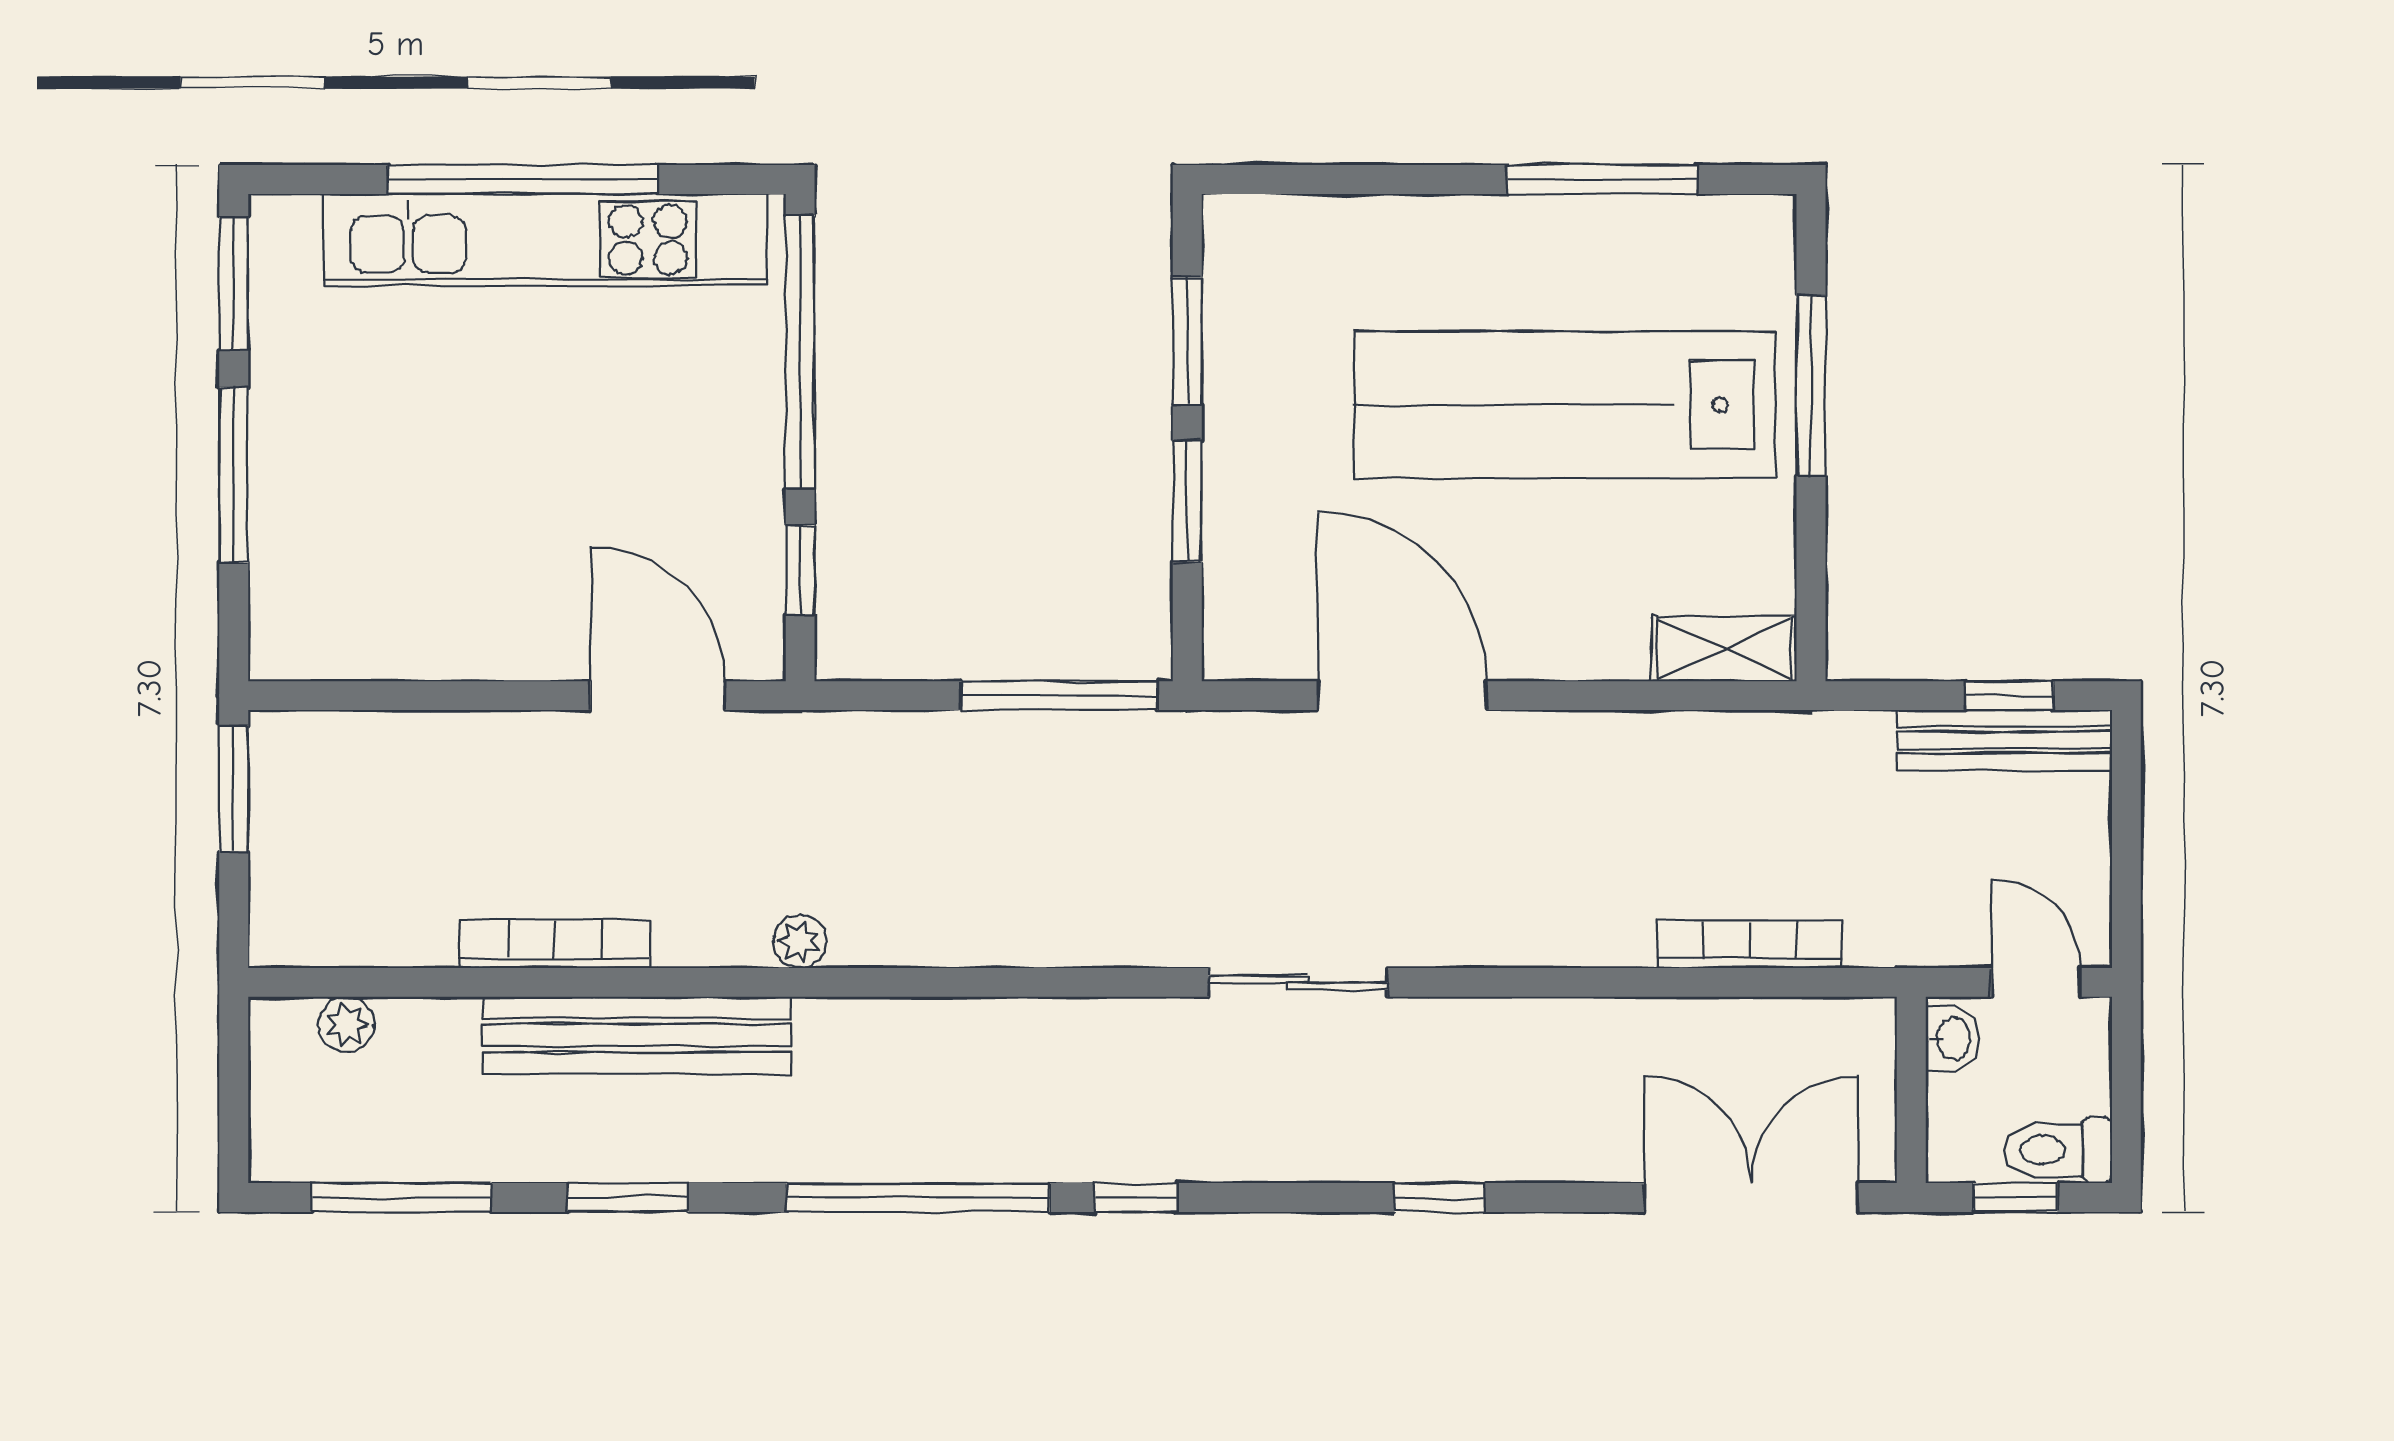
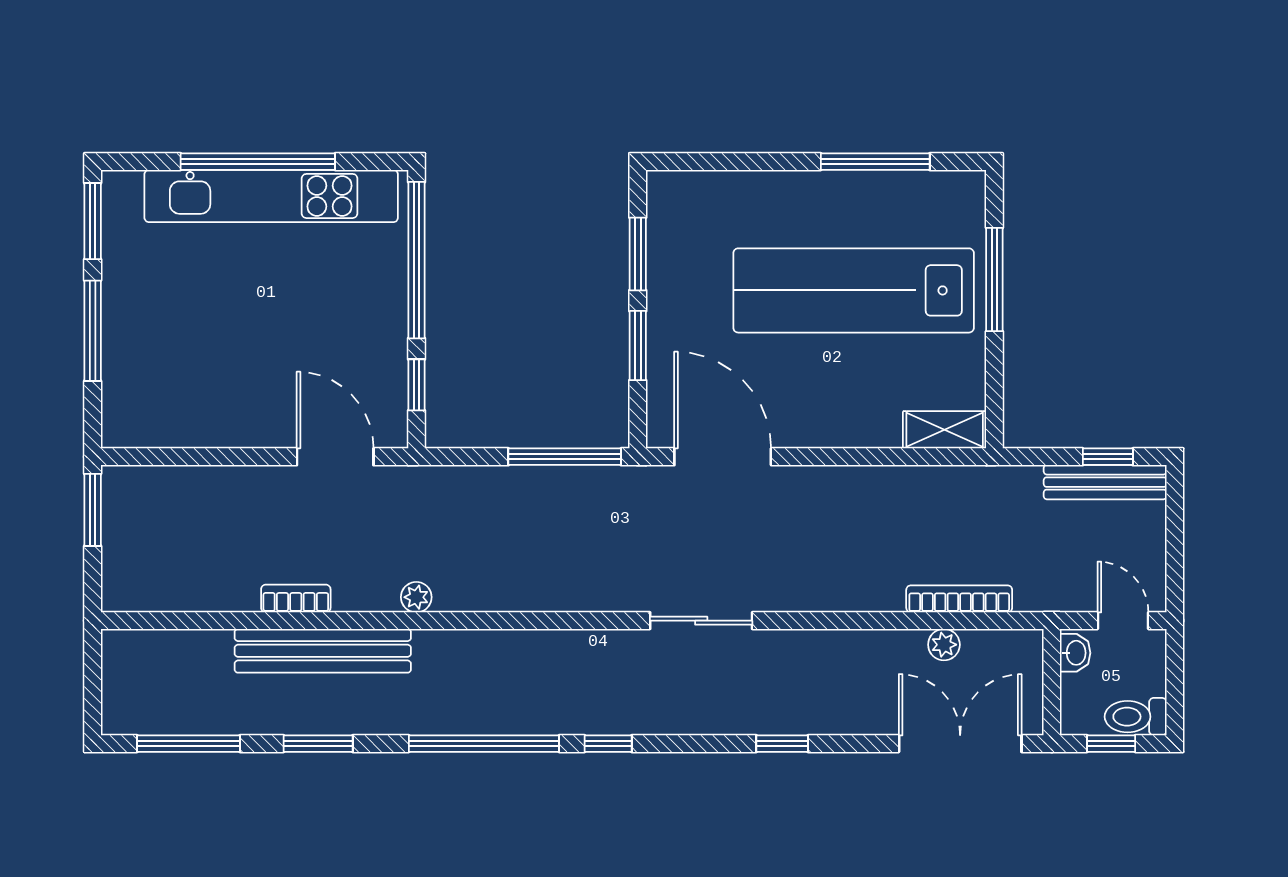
door: (1402, 696) -> (723, 457), moved
bookcase: (555, 944) -> (296, 599), width x0.64
plant: (346, 1024) -> (944, 645), moved

